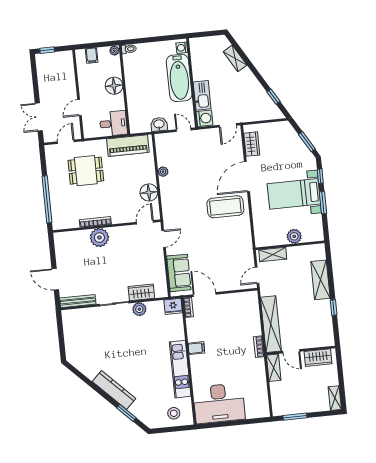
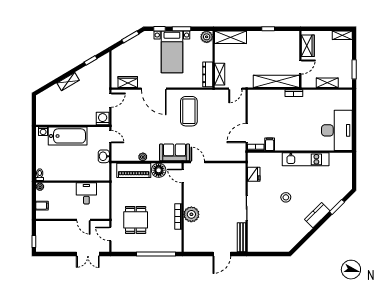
shelving: (235, 58) -> (68, 82), moved
floor lamp: (114, 86) -> (68, 190), removed
kitchen sink: (202, 95) -> (84, 119), removed
desk: (113, 123) -> (86, 193), moved
door: (228, 125) -> (110, 100), hinge flipped
door: (184, 130) -> (110, 137), swing flipped
piano: (128, 146) -> (134, 170), moved, turned 90
coffee table: (225, 207) -> (189, 111), moved
plant: (294, 236) -> (207, 37), moved
dresser: (271, 240) -> (208, 74), added
sofa: (179, 273) -> (175, 152), moved
door: (257, 275) -> (235, 89), hinge flipped
shelving: (320, 280) -> (231, 37), moved
wardrobe: (141, 292) -> (240, 185), removed
fridge: (173, 306) -> (254, 174), moved
plant: (139, 309) -> (253, 188), removed
filing cabinet: (196, 348) -> (270, 144), moved
shelving: (274, 368) -> (327, 83), moved
kitchen counter: (114, 390) -> (317, 215), width x0.67
stool: (174, 413) -> (286, 197), moved

